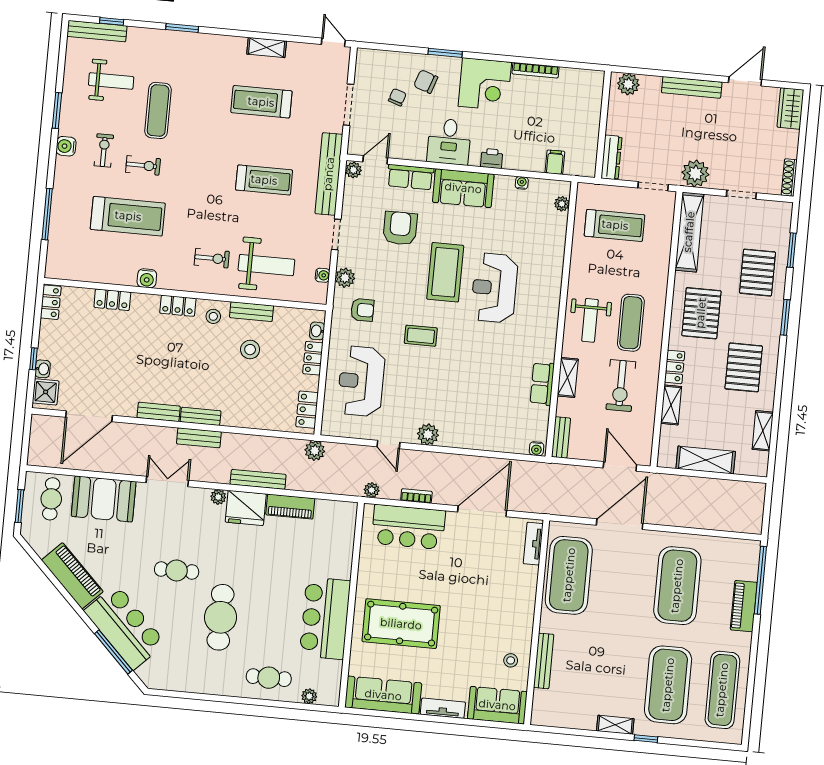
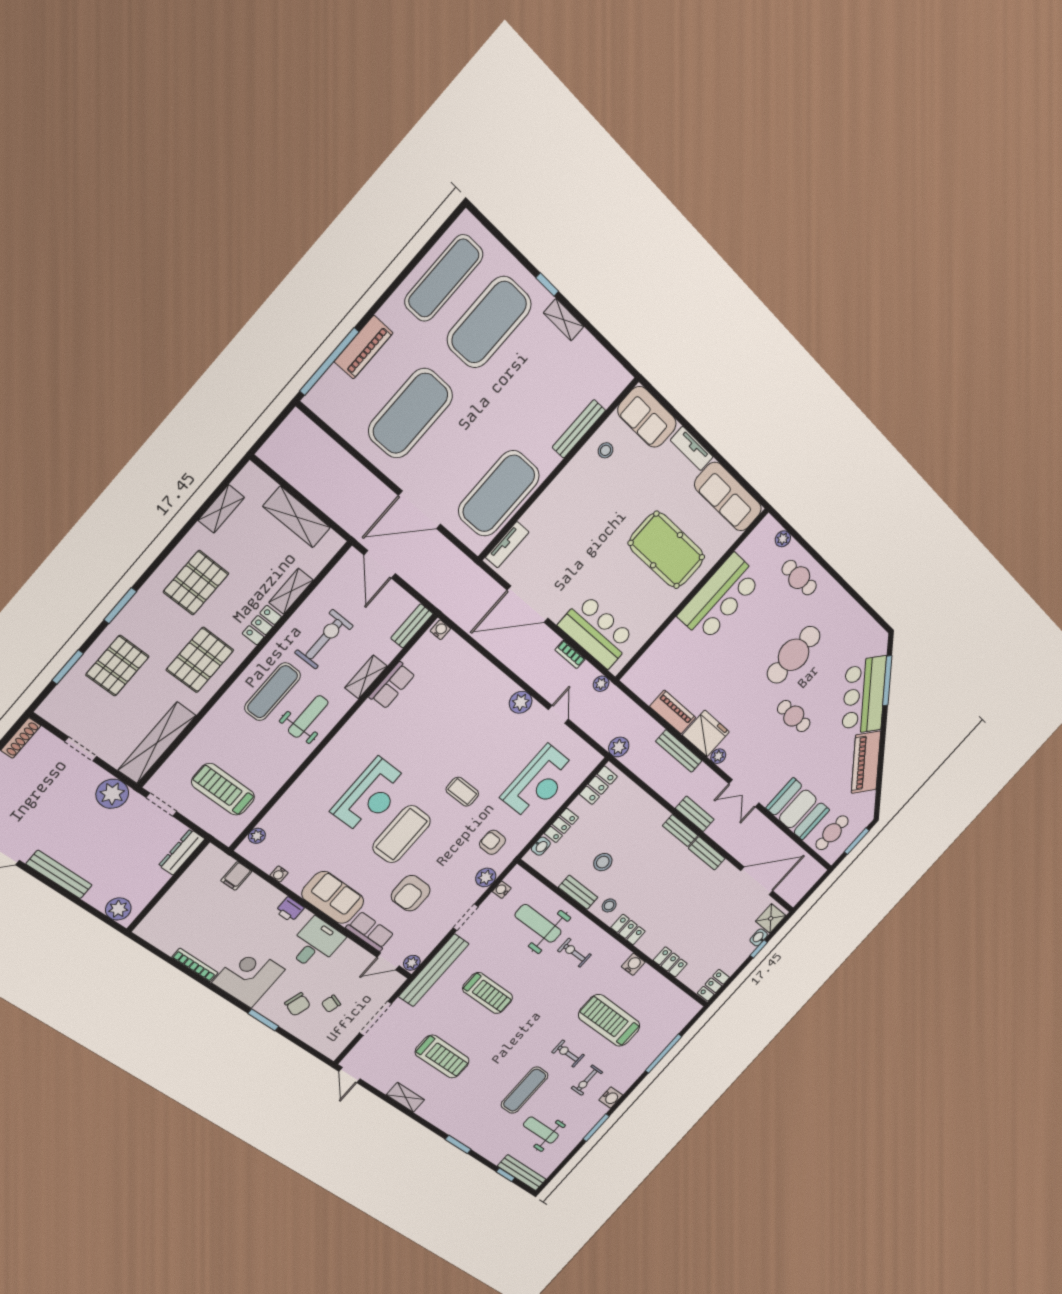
treadmill: (264, 180) -> (488, 993), turned 180

